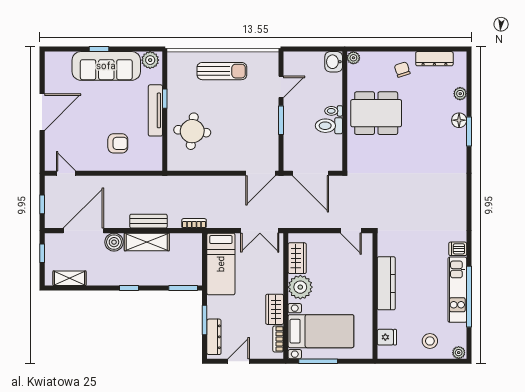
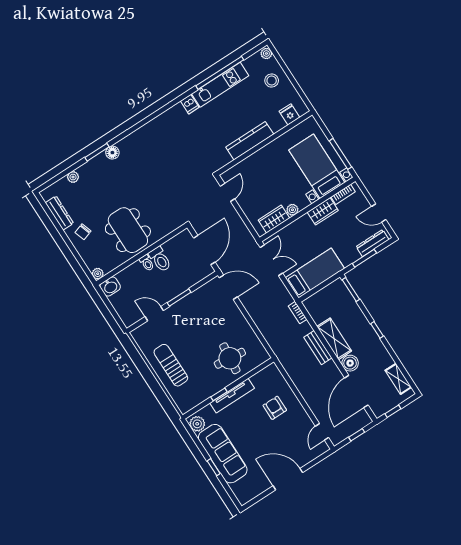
floor lamp: (459, 120) -> (112, 153), moved
door: (83, 231) -> (356, 391), hinge flipped
plant: (300, 287) -> (292, 210), width x0.53, depth x0.53

